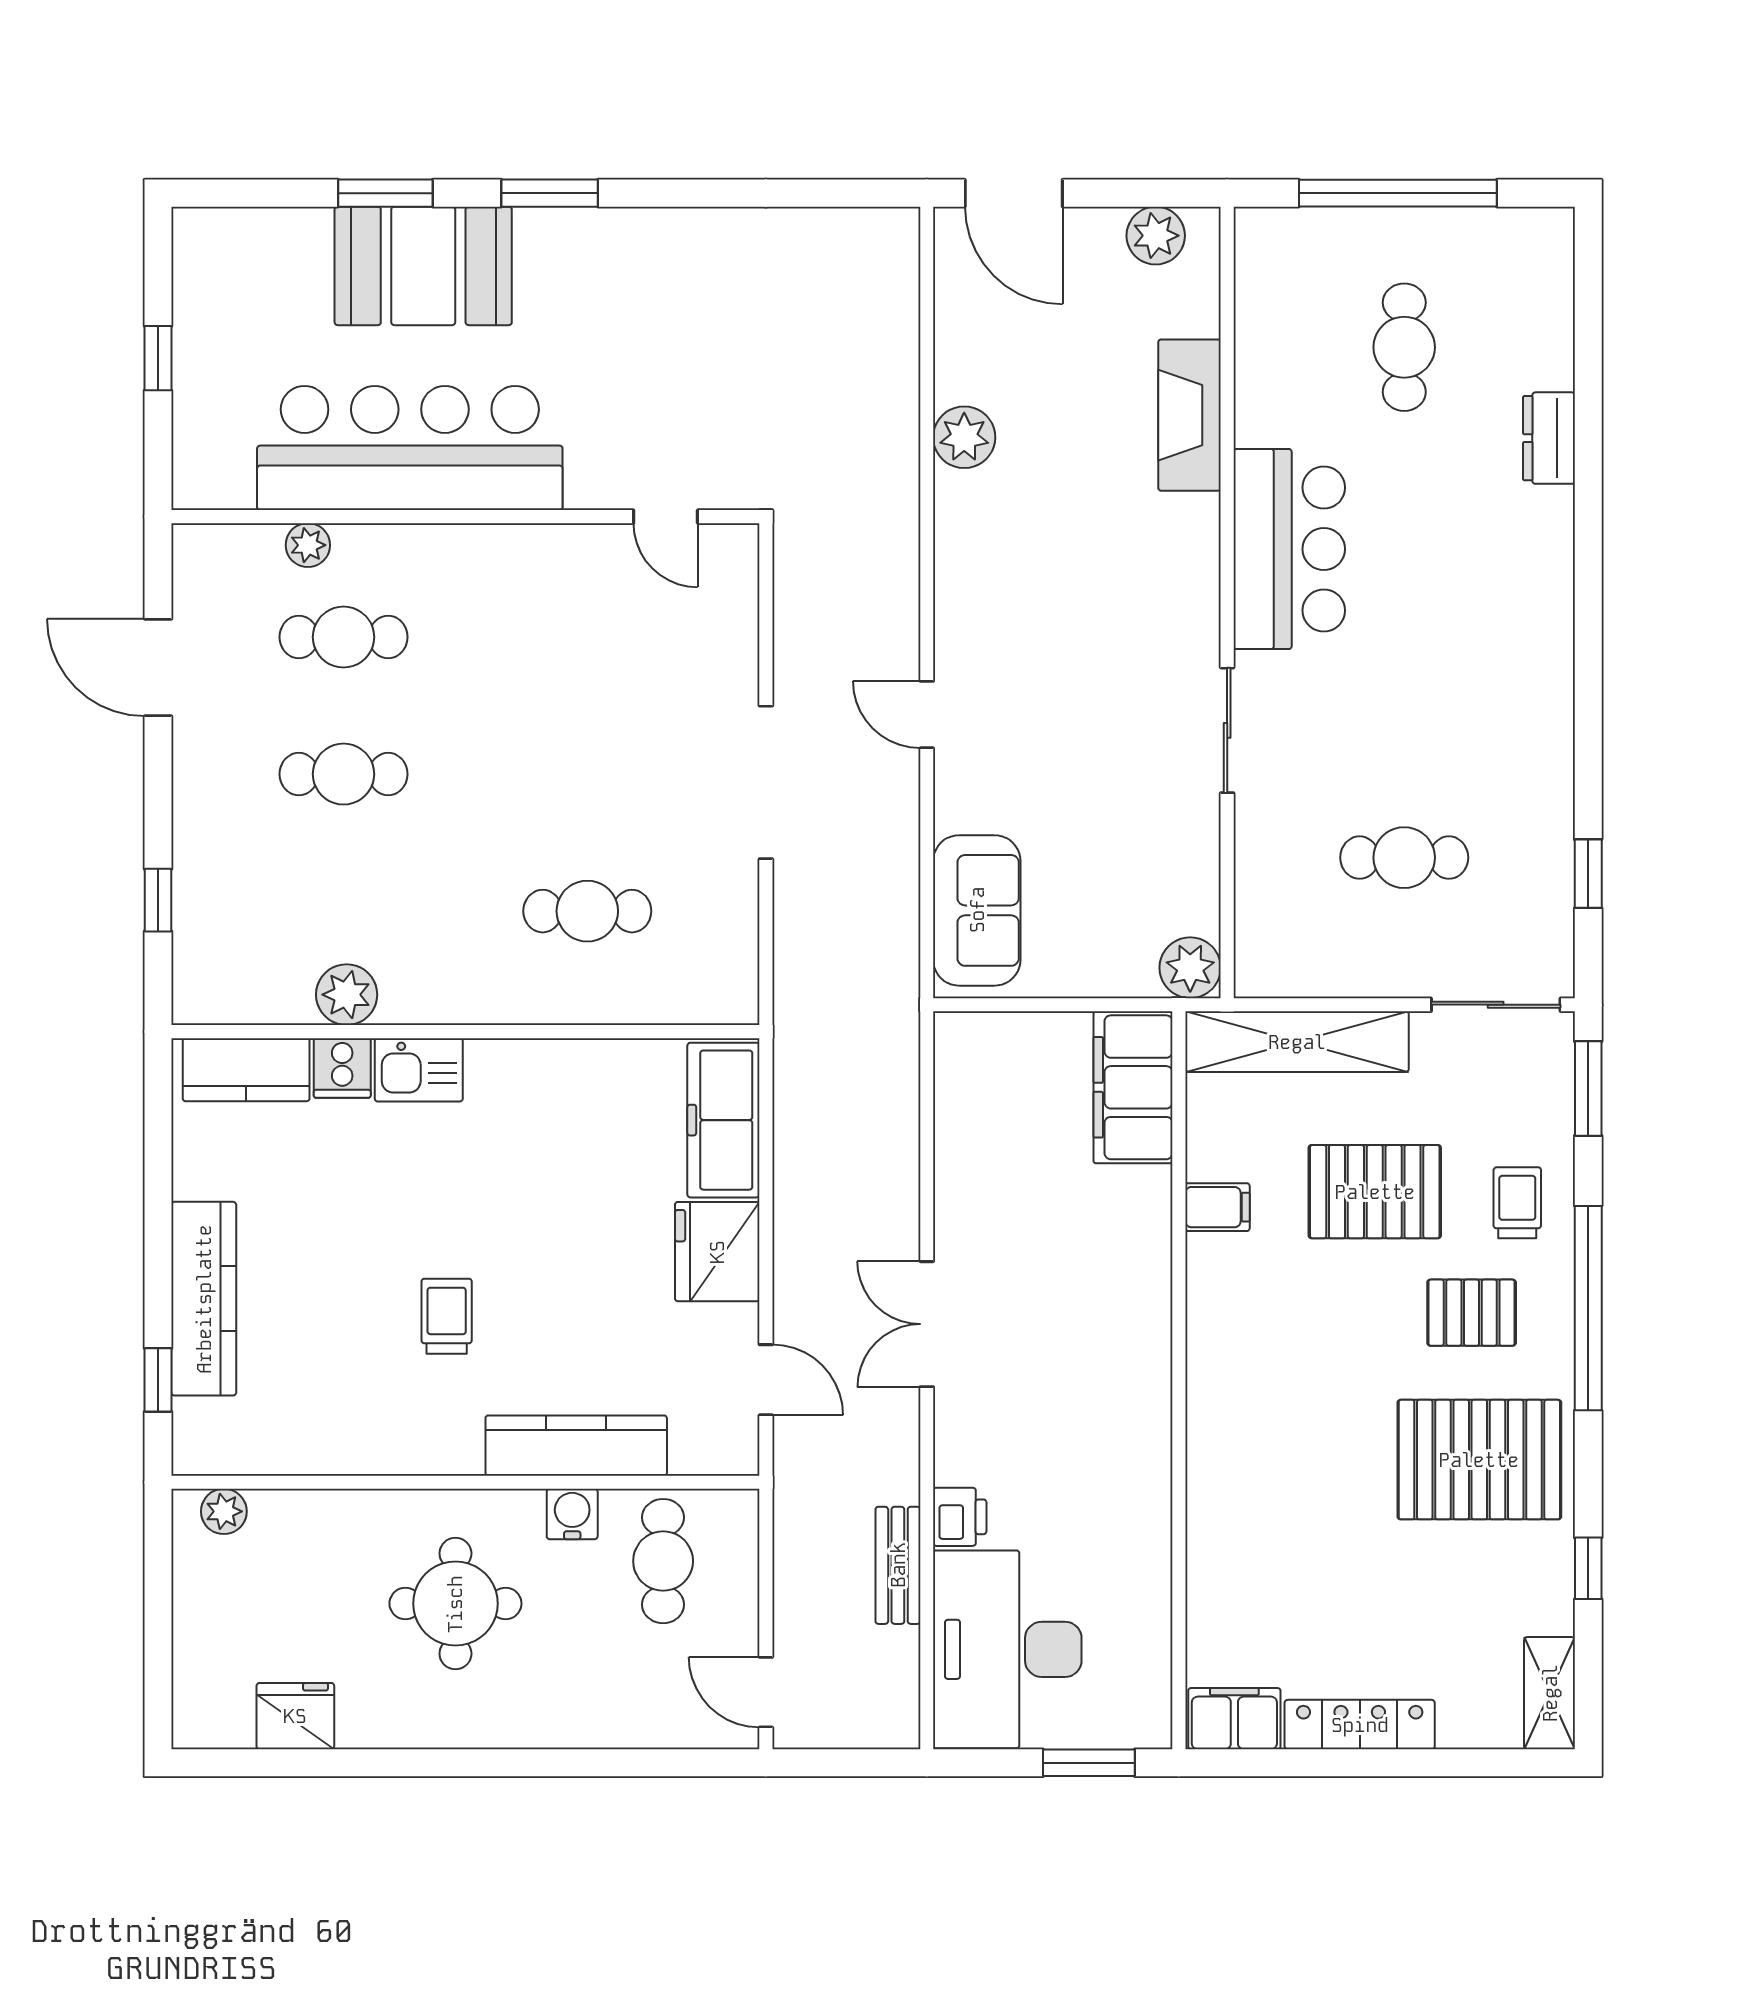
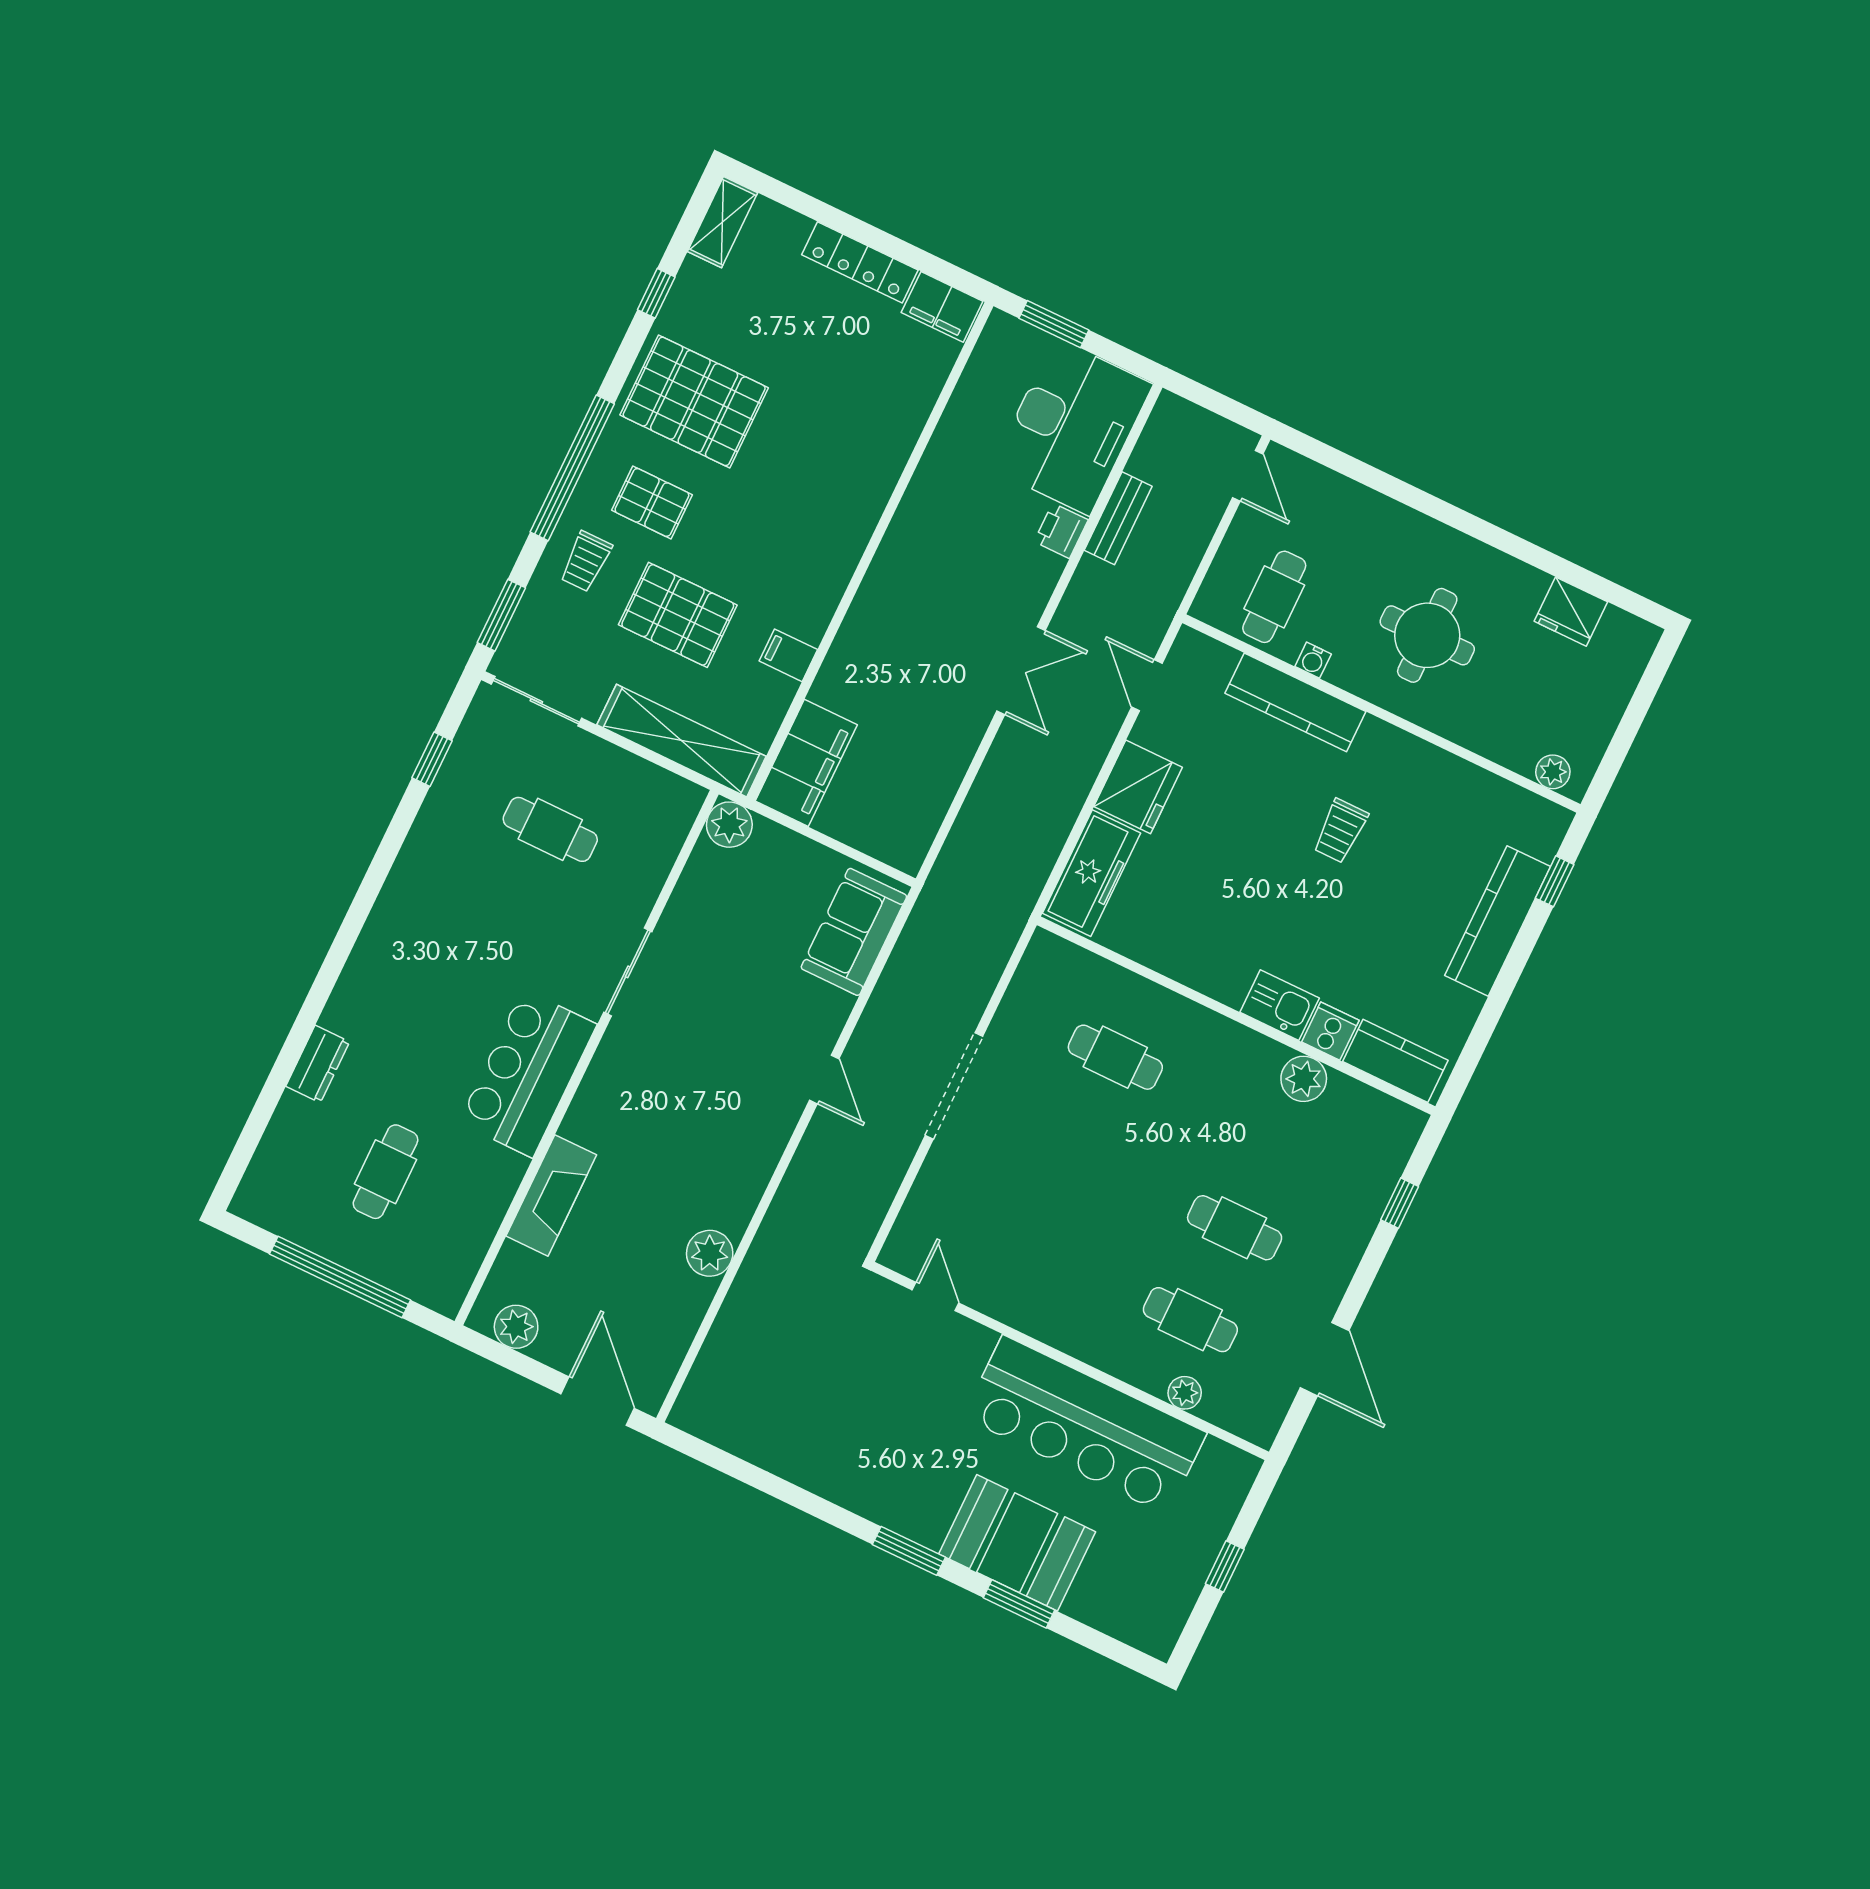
water cooler: (572, 1514) -> (1313, 660), width x0.72, depth x0.72

